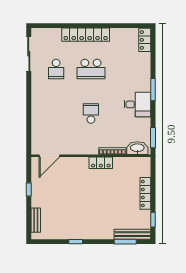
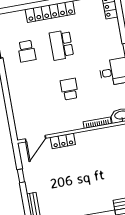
school desk: (91, 69) -> (61, 45), turned 90
locker: (101, 163) -> (63, 141), moved

